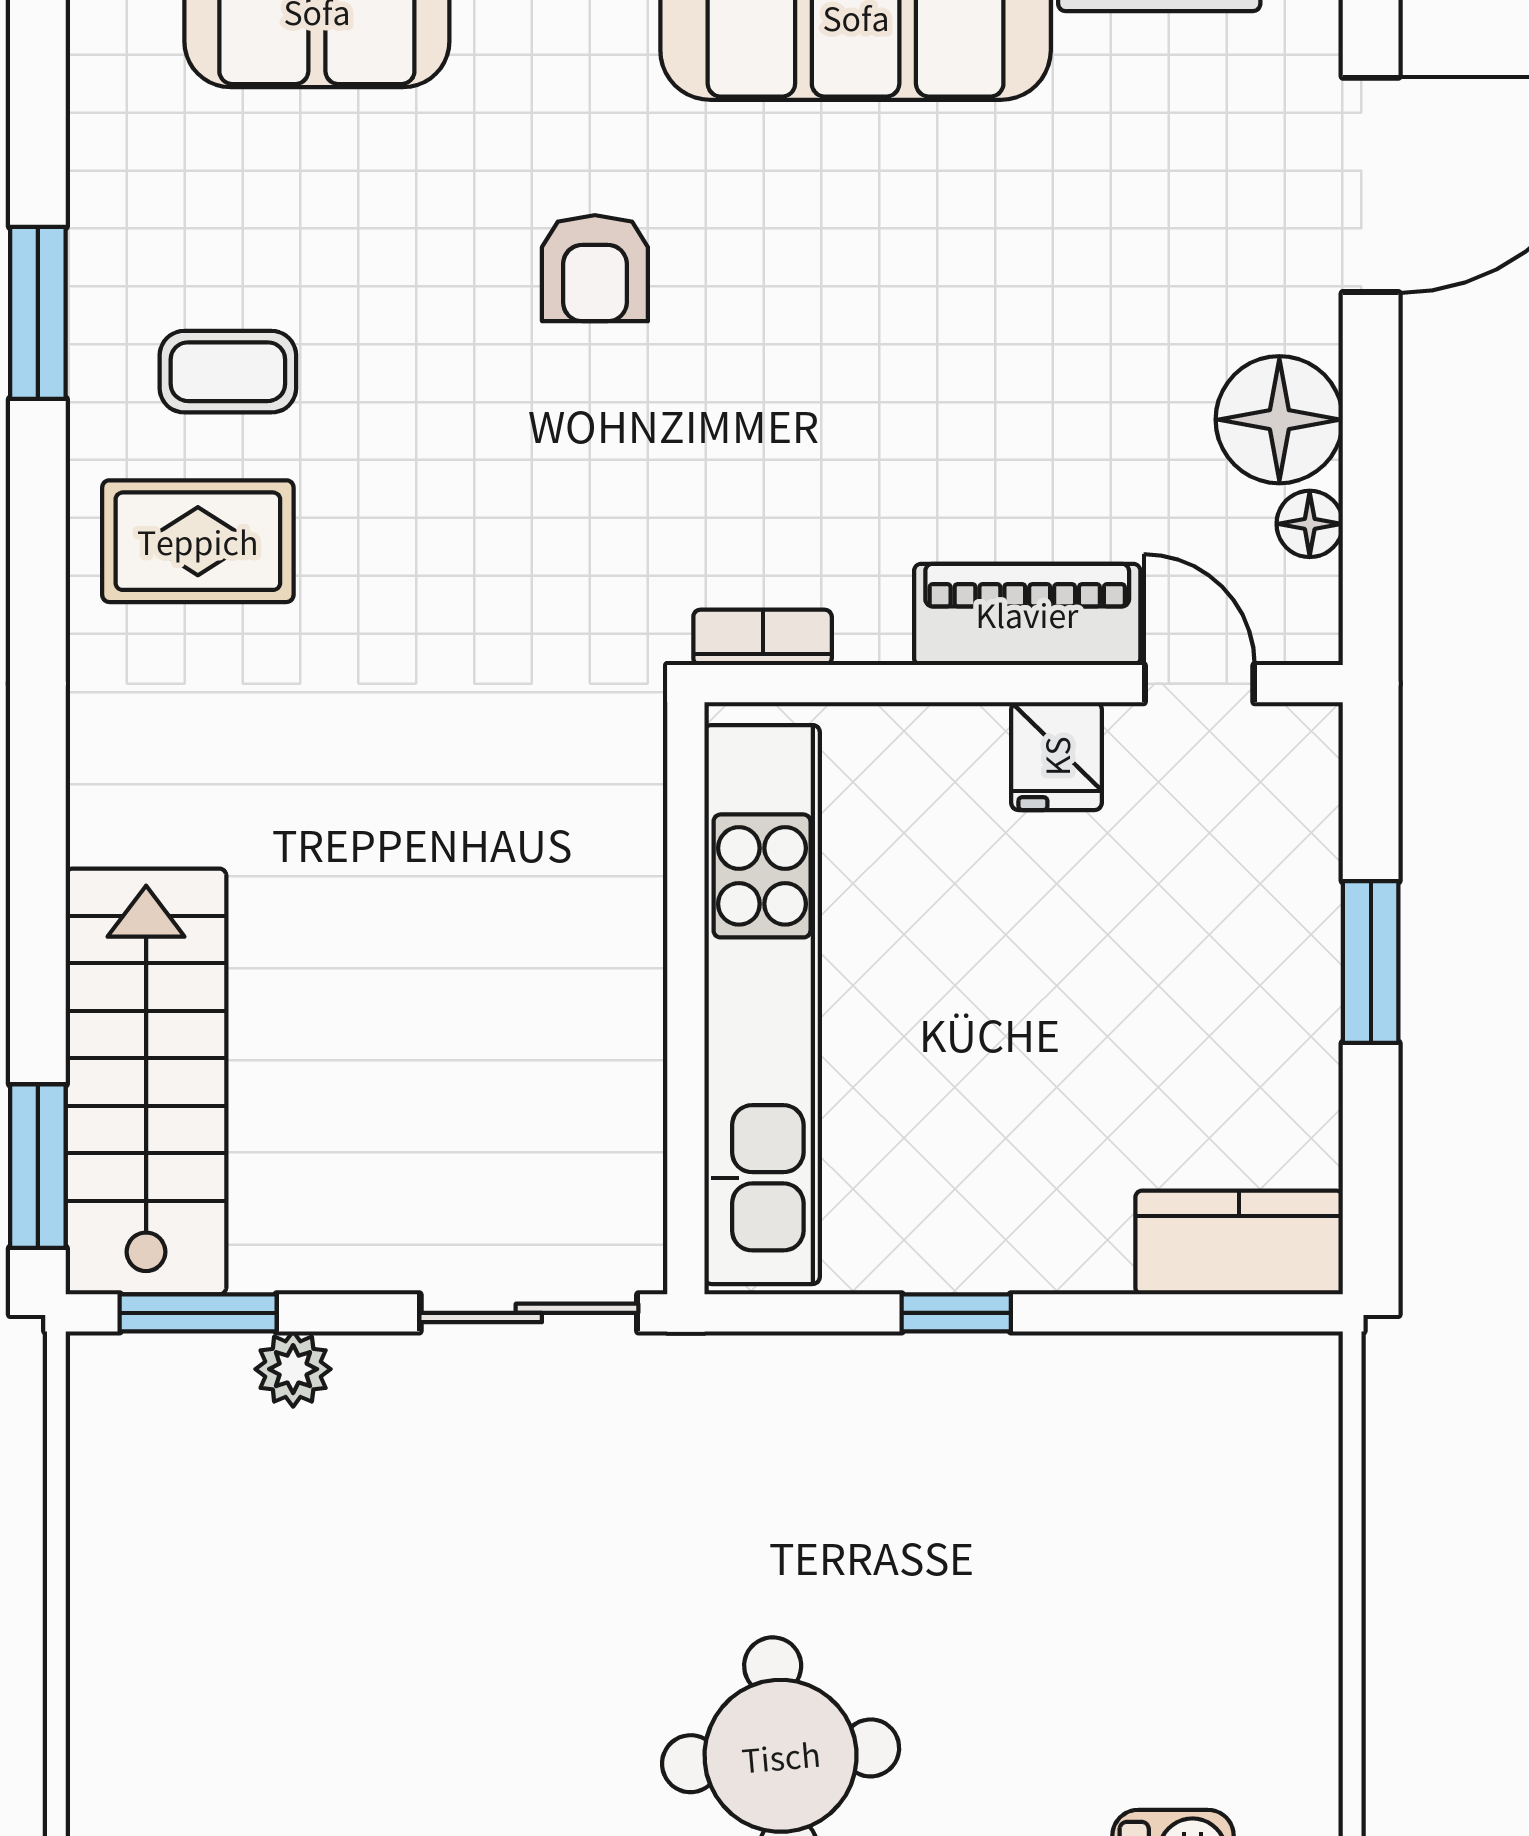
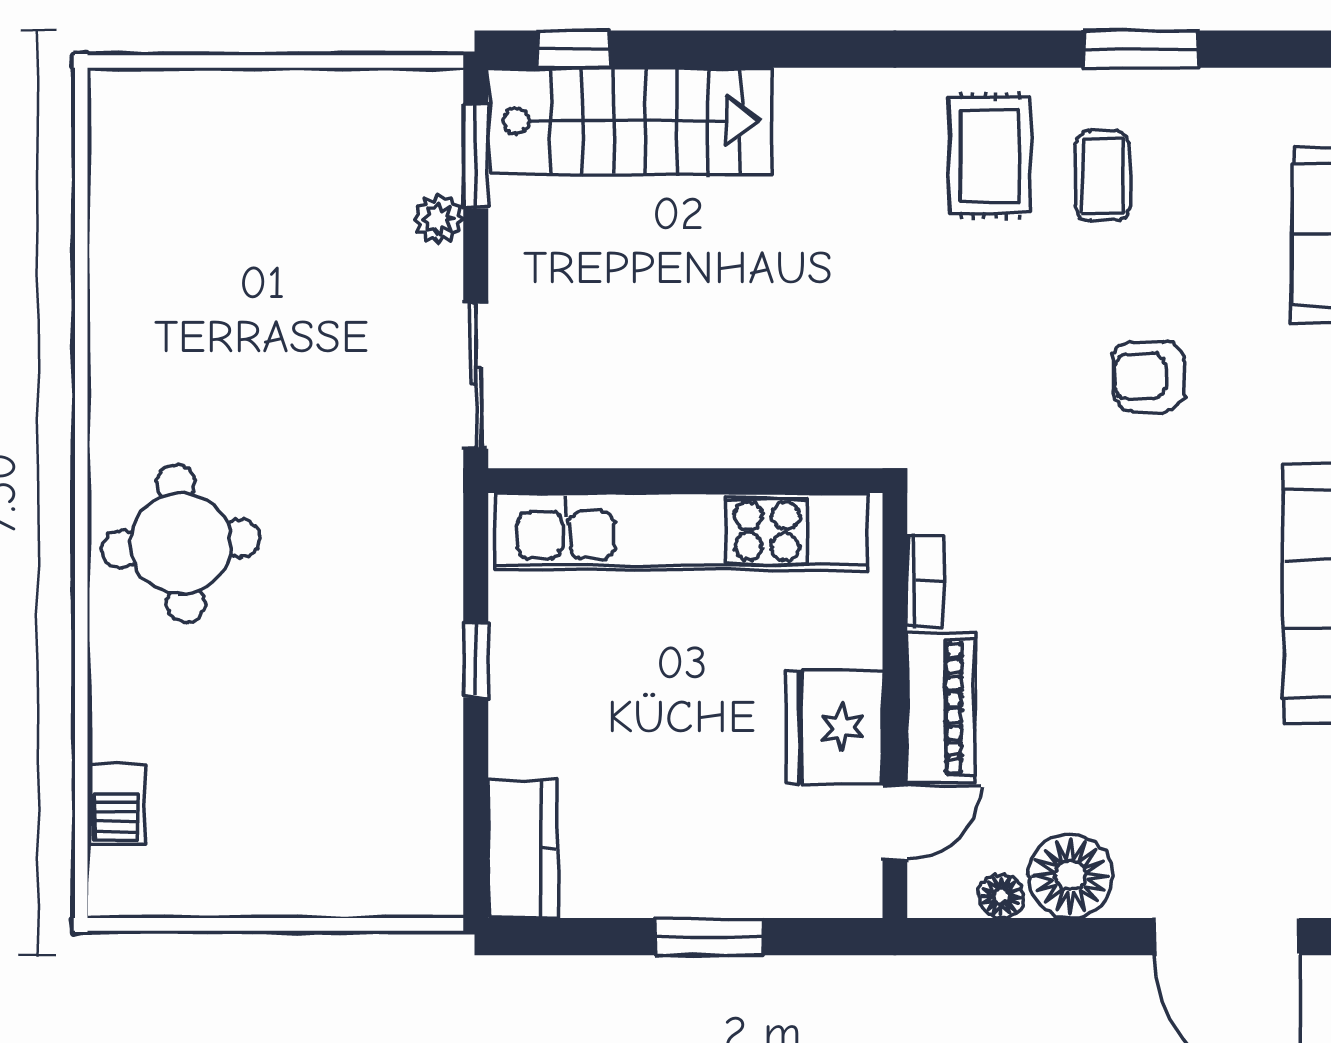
armchair: (595, 268) -> (1148, 376), moved
bookcase: (763, 637) -> (926, 582), moved
fridge: (1056, 756) -> (834, 727), width x1.88, depth x1.34
window: (38, 1166) -> (574, 49), width x0.67

